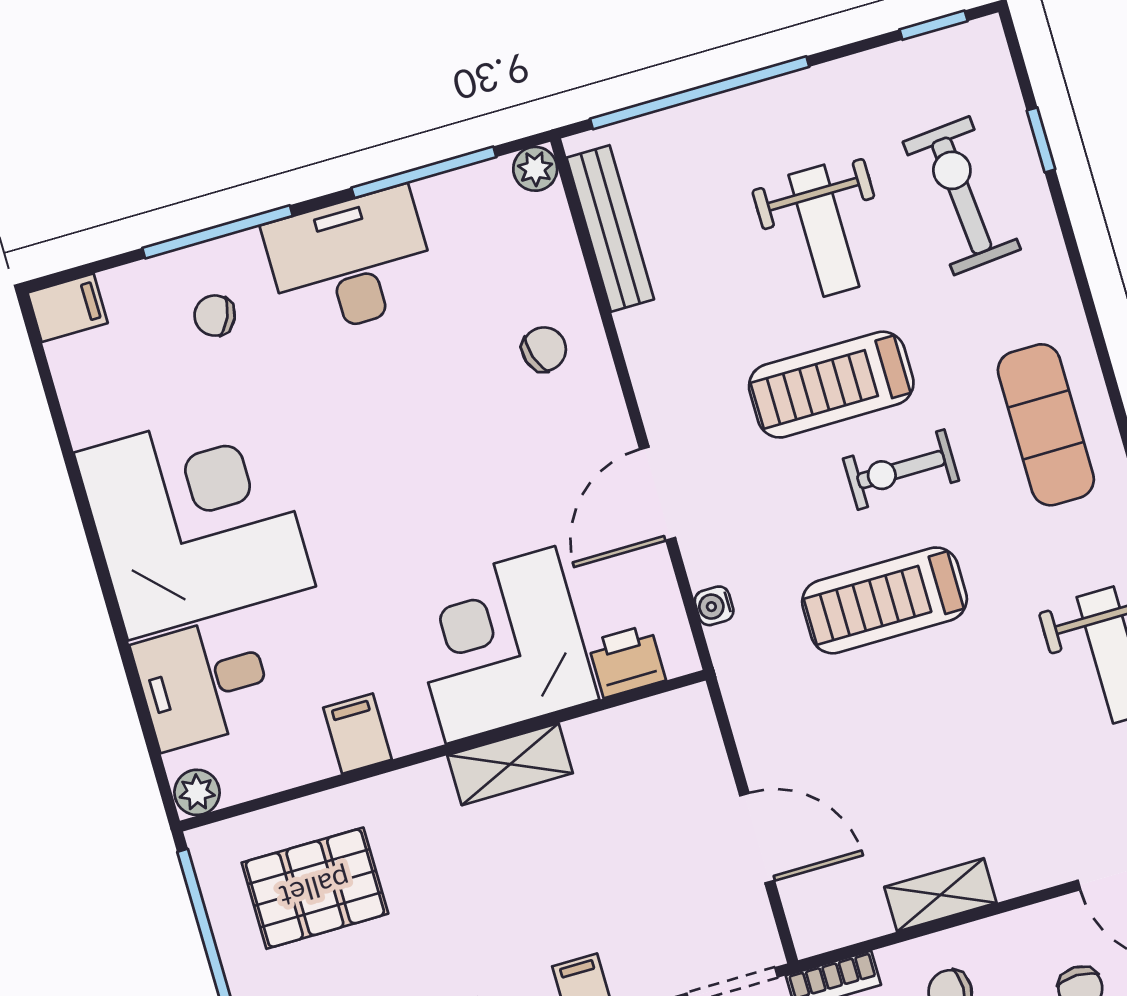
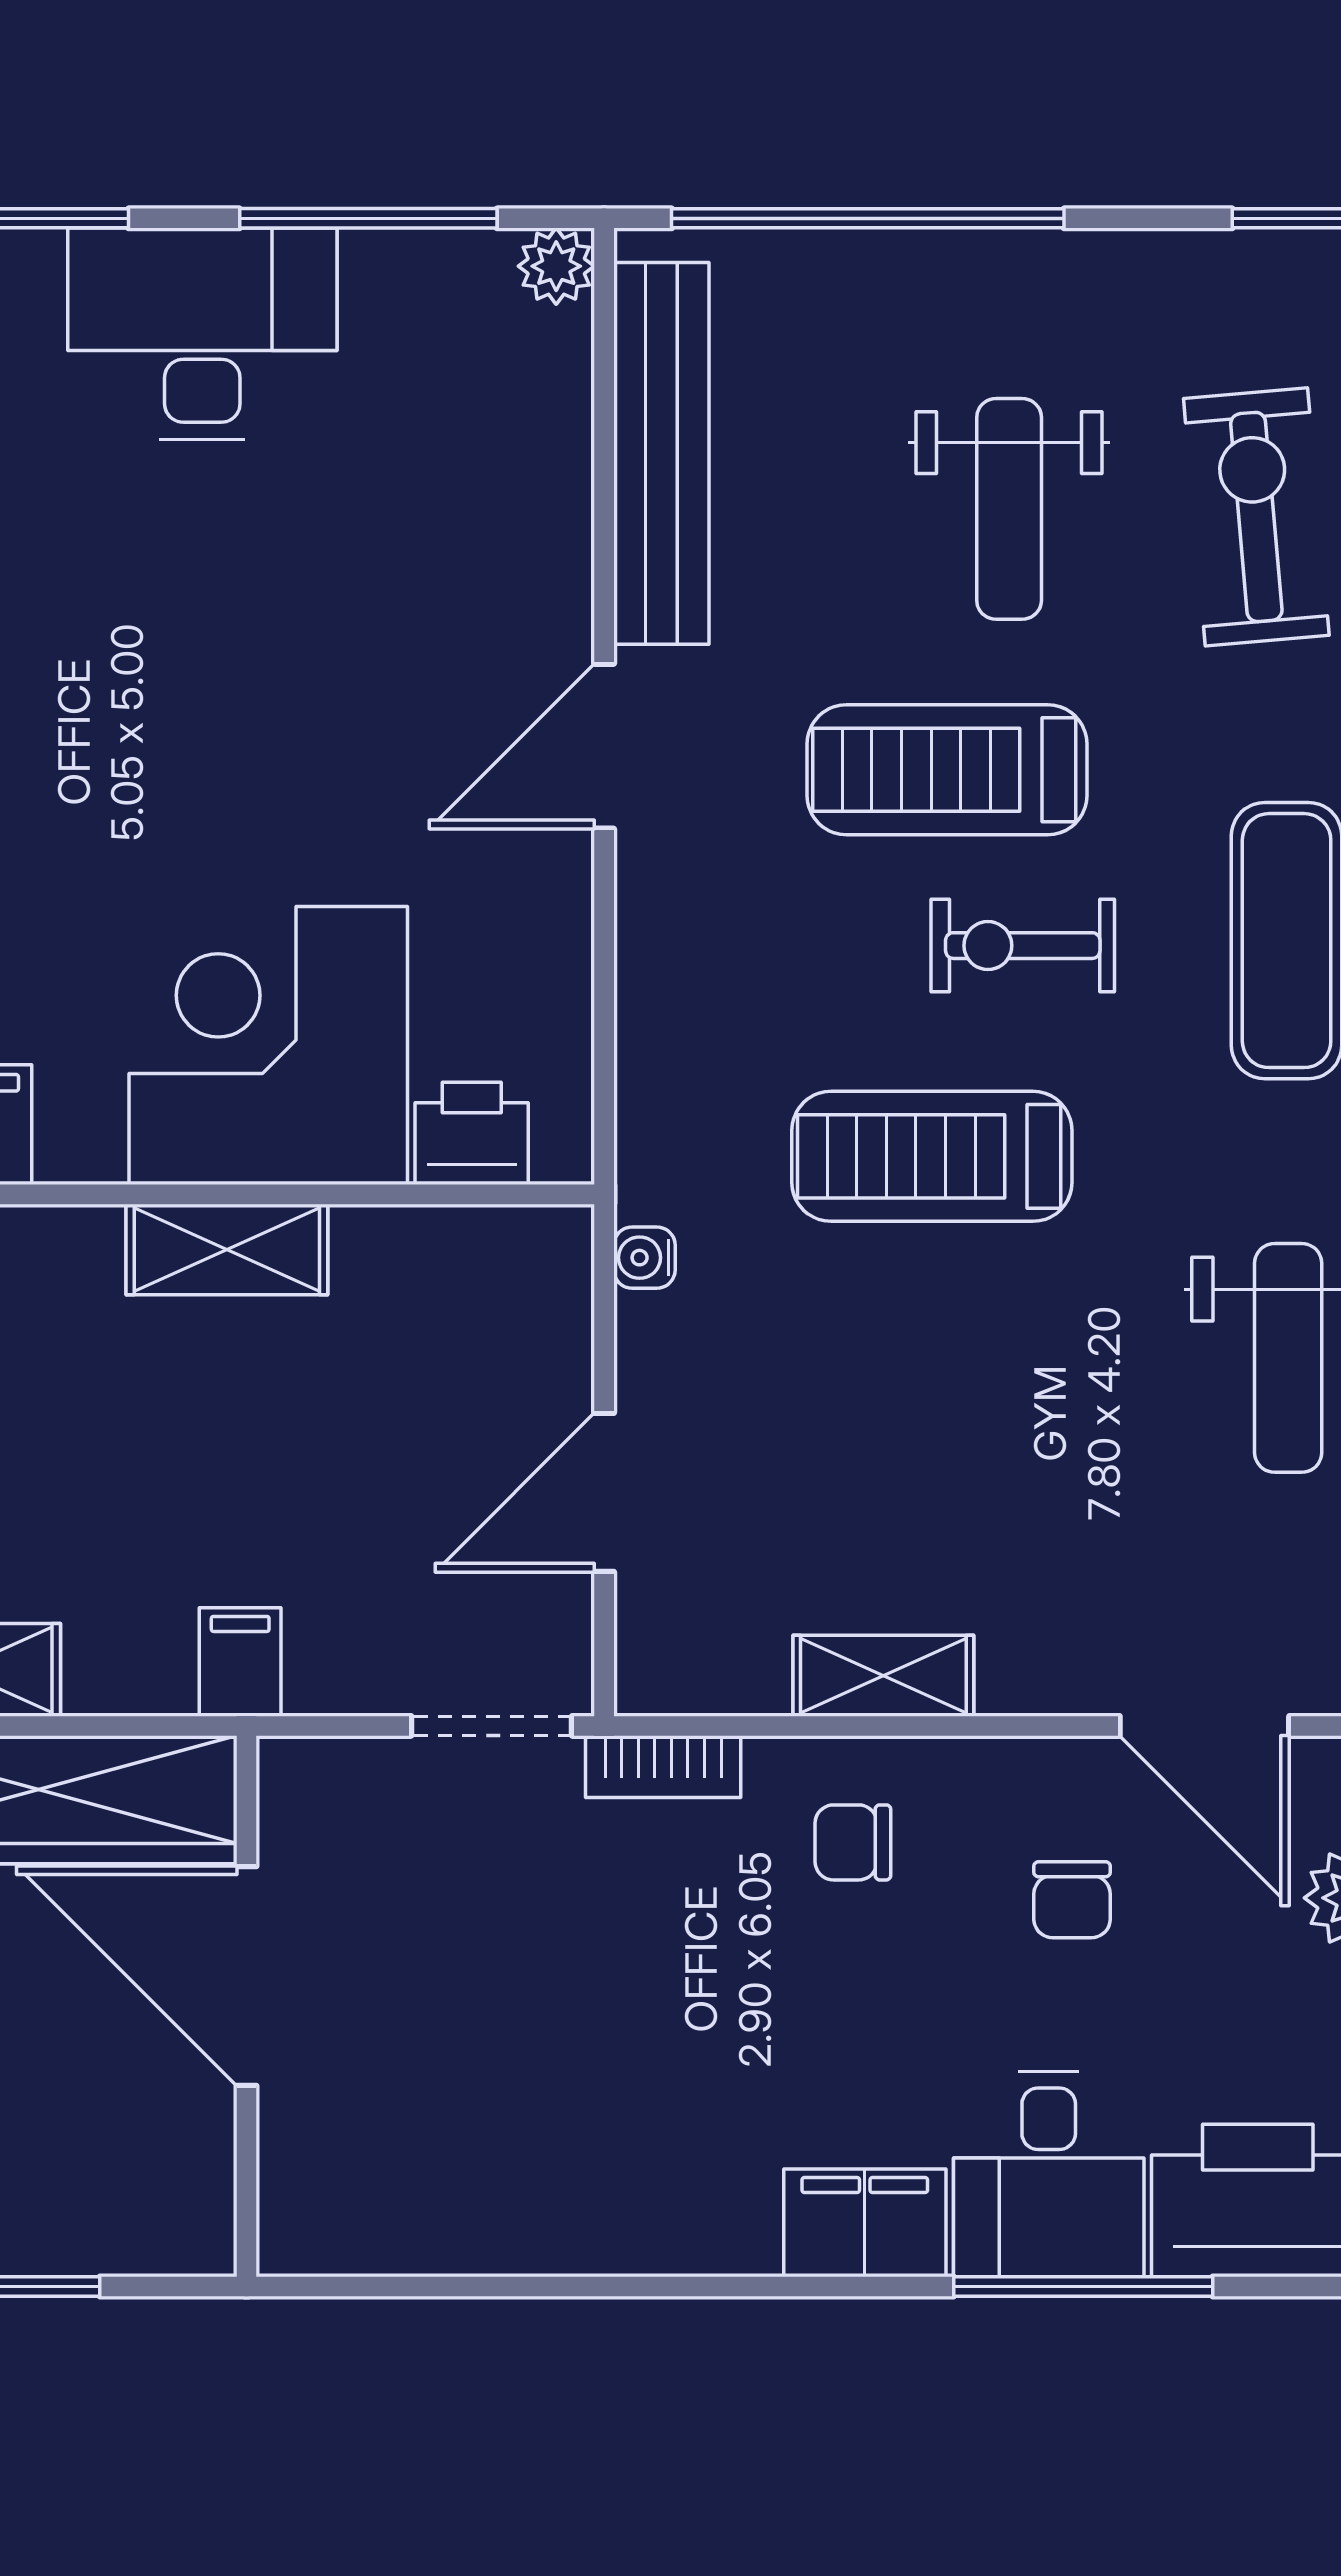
bench: (610, 229) -> (661, 453), width x1.37, depth x1.21
chair: (544, 349) -> (484, 572), removed
door: (658, 494) -> (604, 746), moved
water cooler: (714, 606) -> (644, 1258), moved
door: (757, 838) -> (604, 1492), swing flipped

